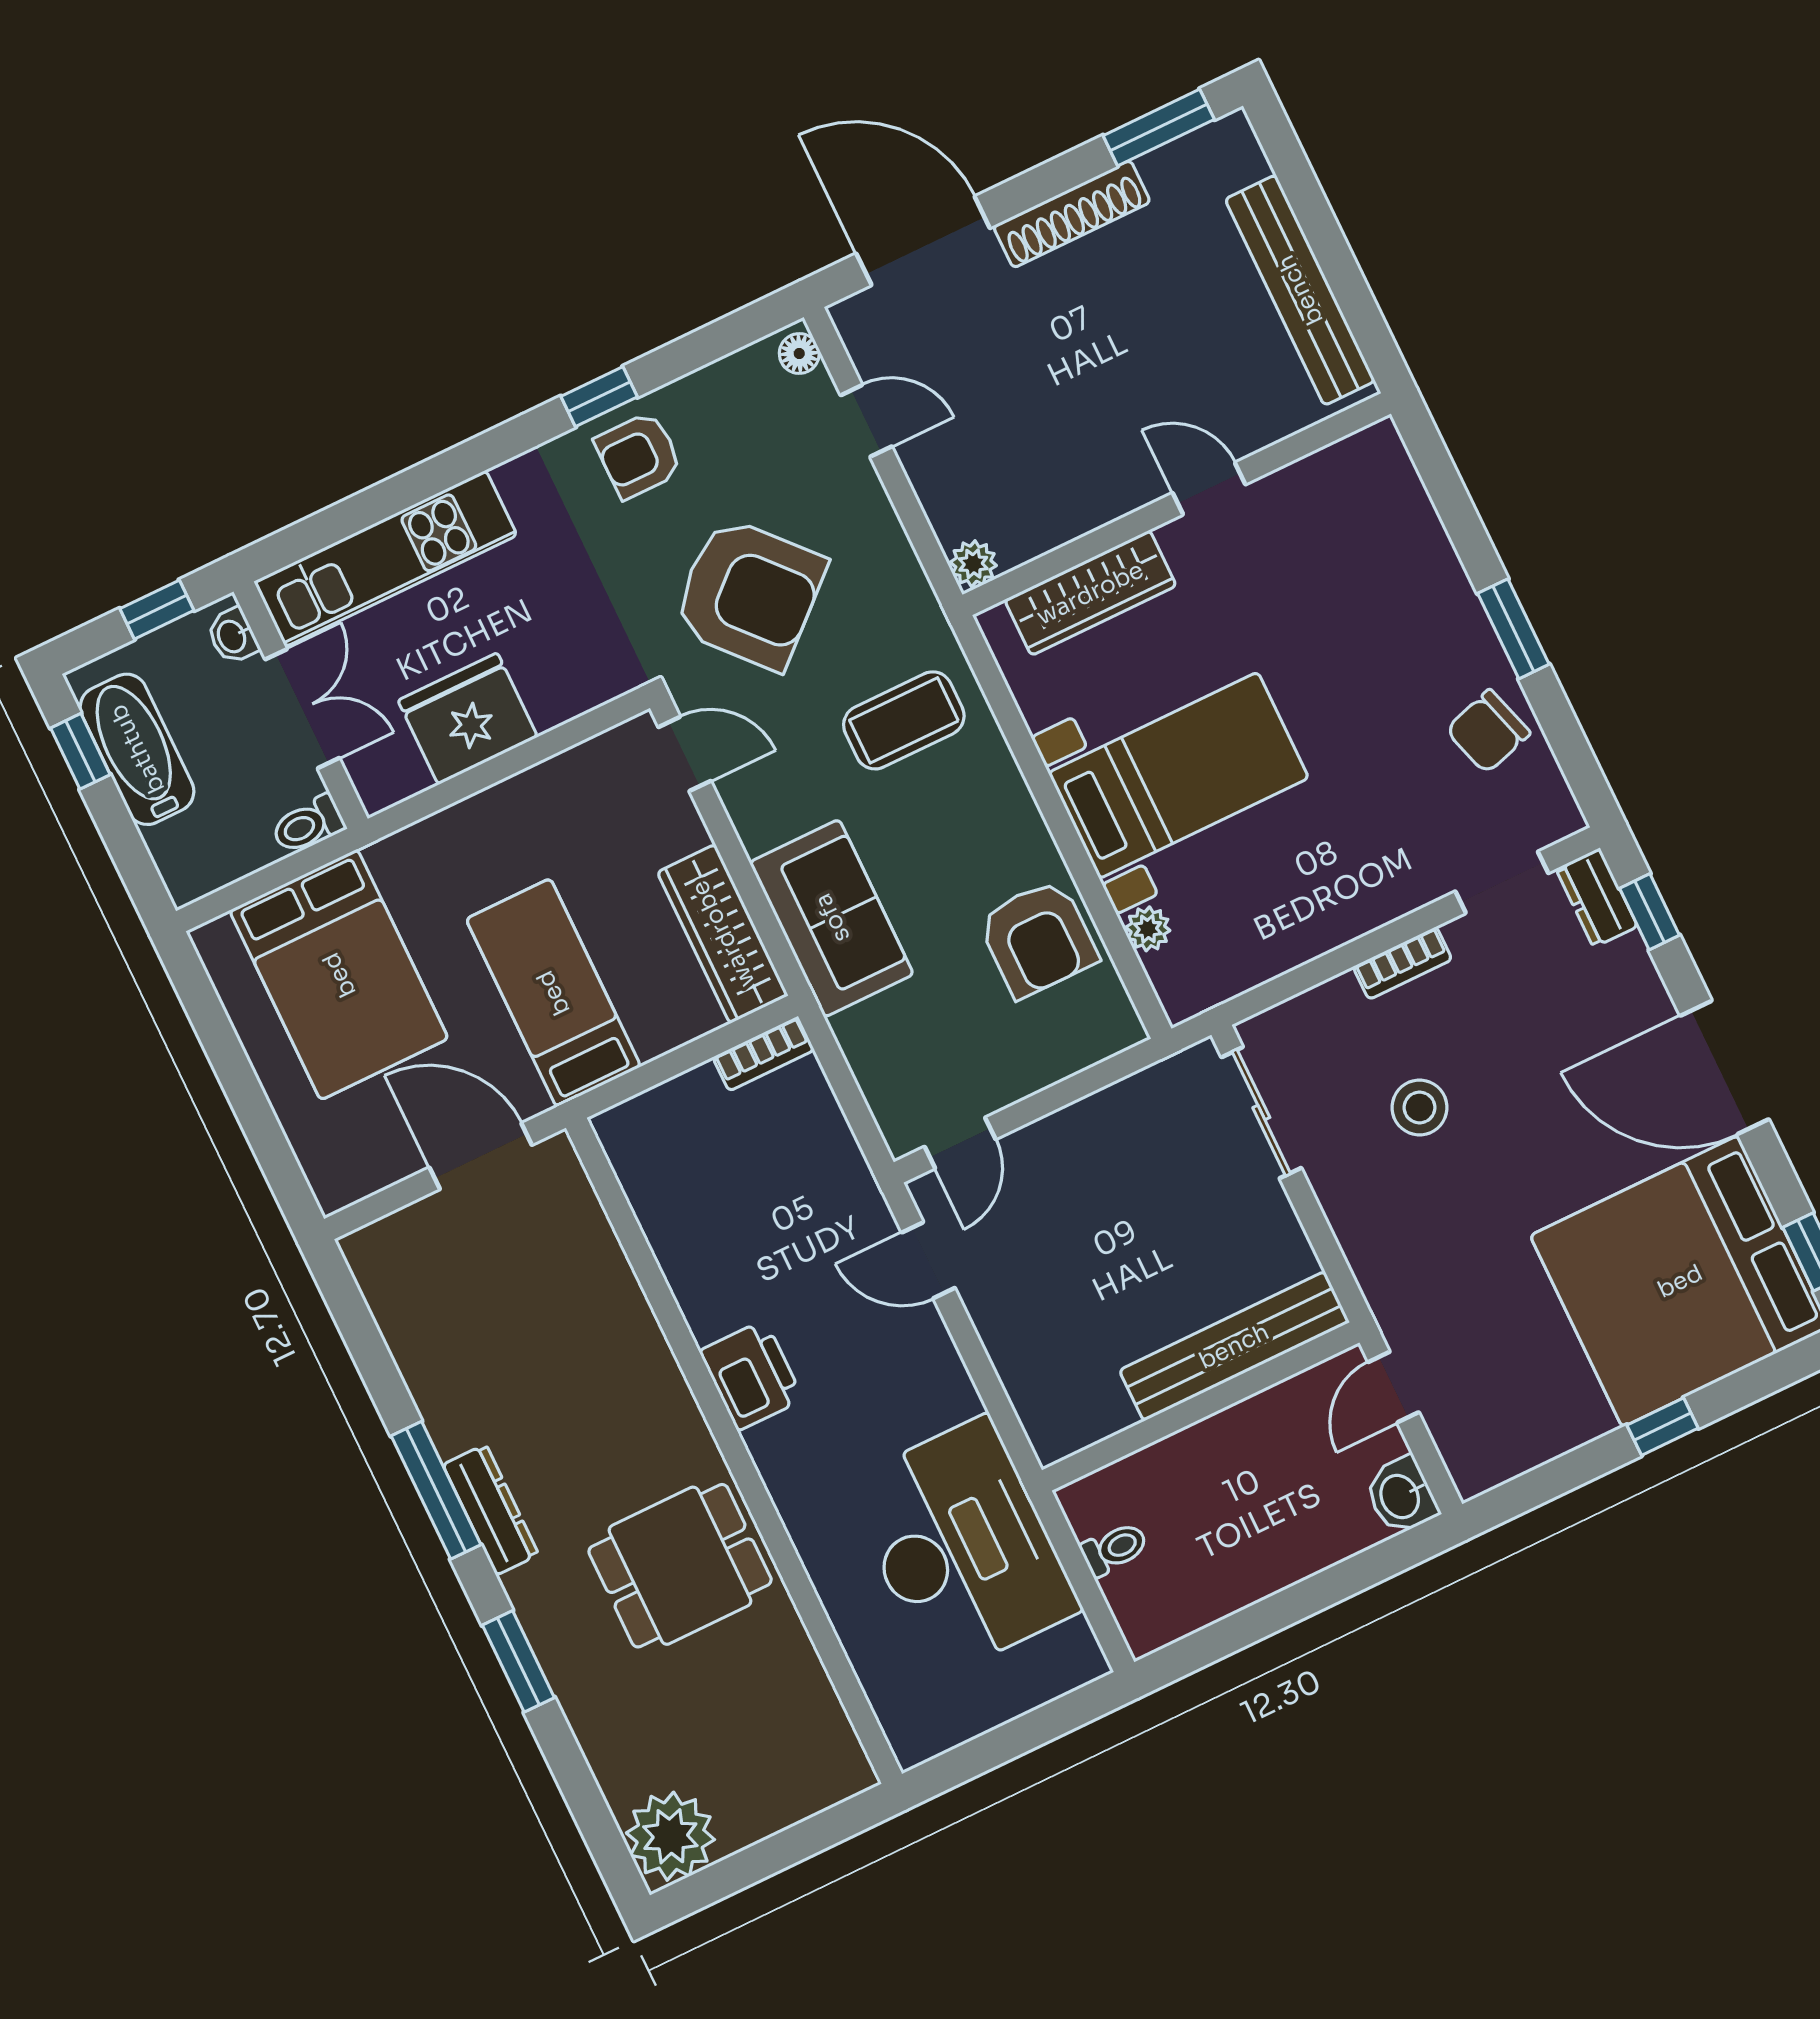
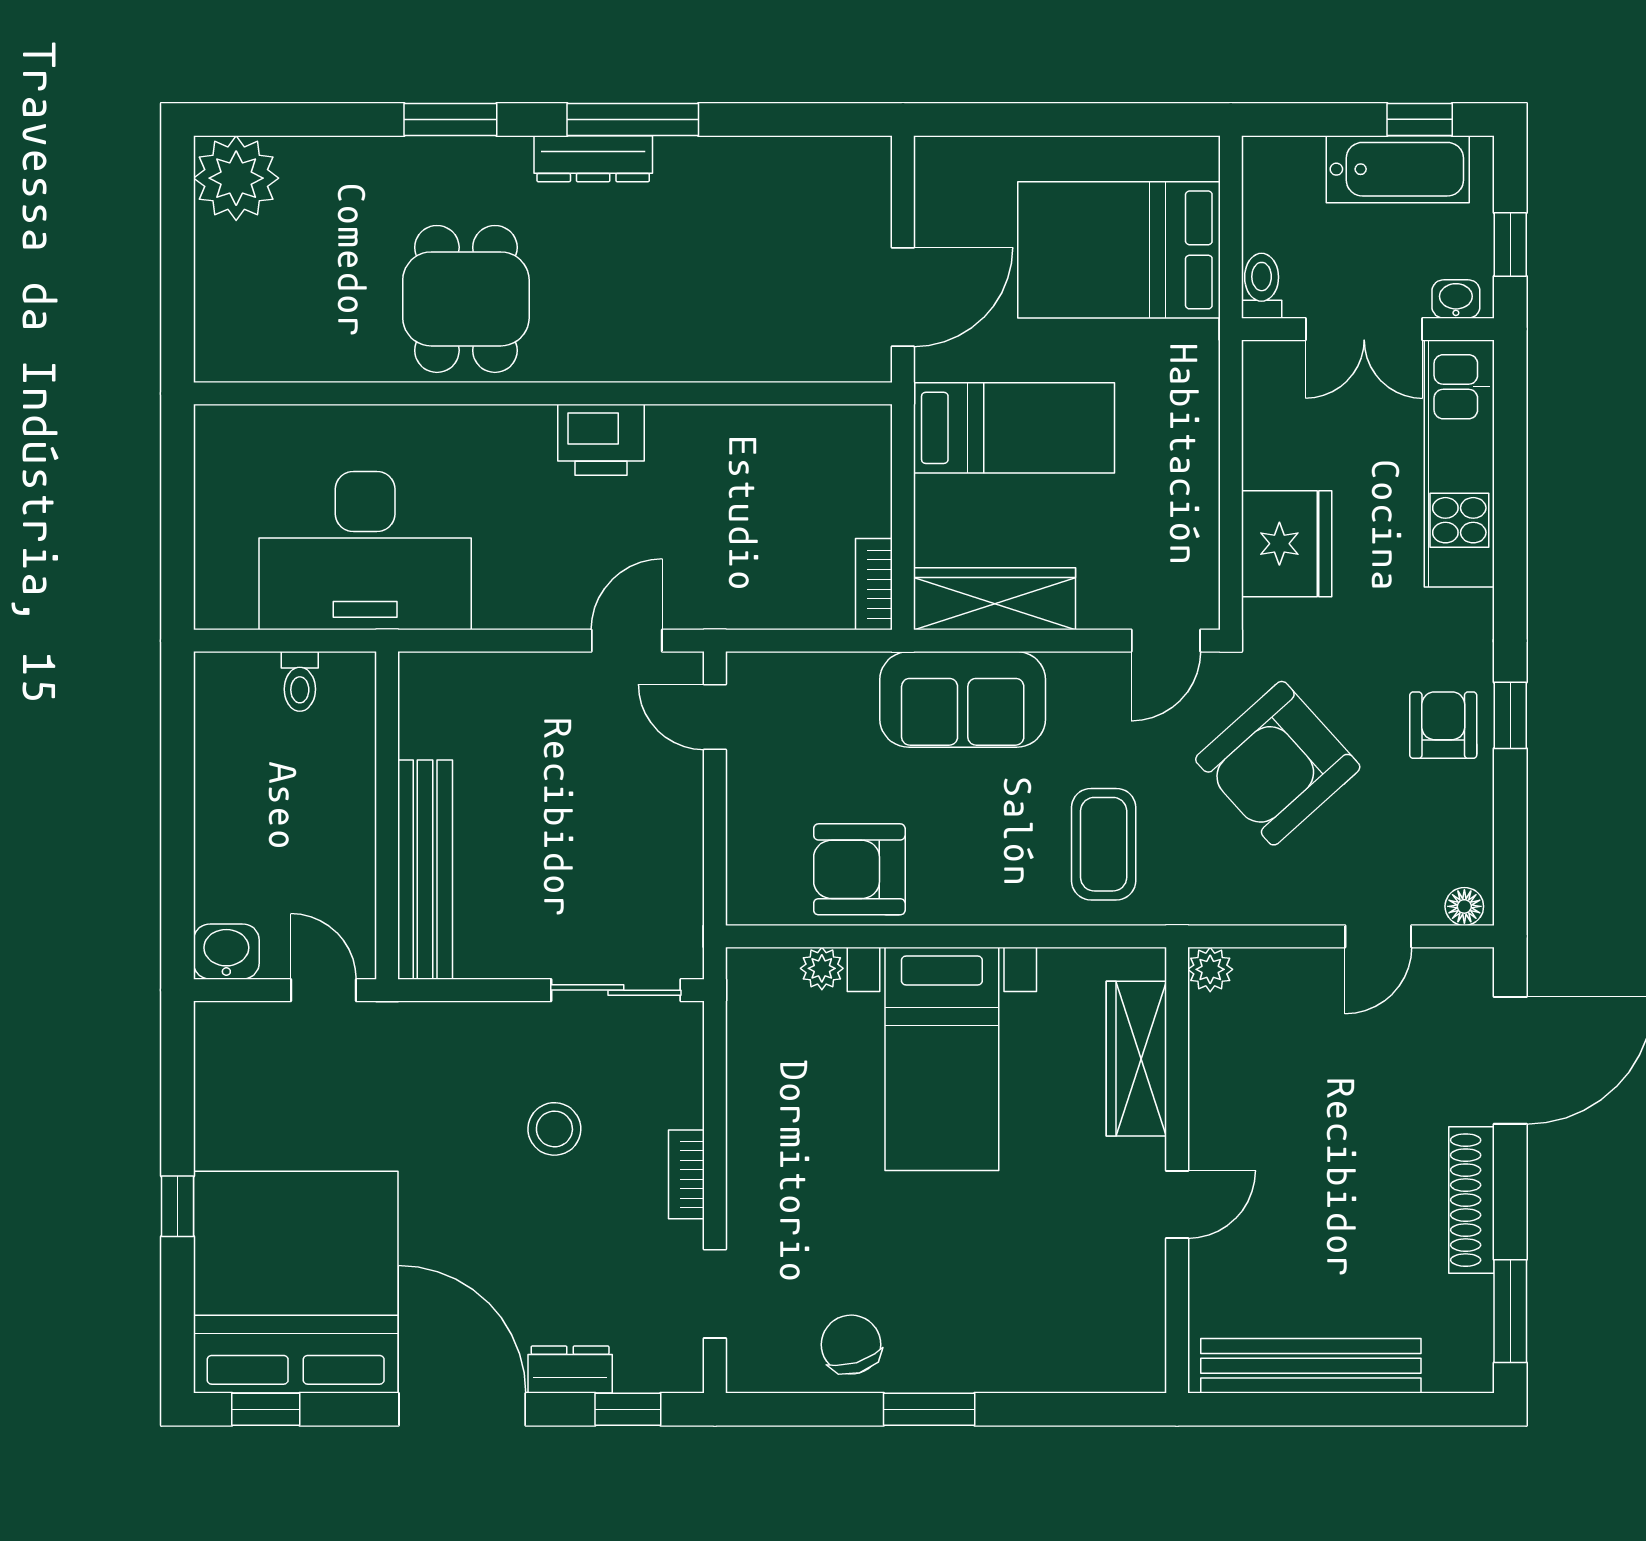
fridge: (468, 719) -> (1287, 544), moved
dresser: (1597, 898) -> (570, 1369), moved
door: (1724, 1067) -> (462, 1409), hinge flipped

